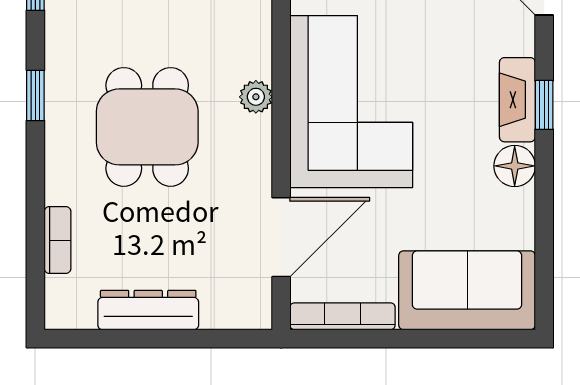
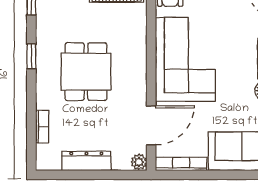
plant: (256, 97) -> (139, 162), moved

